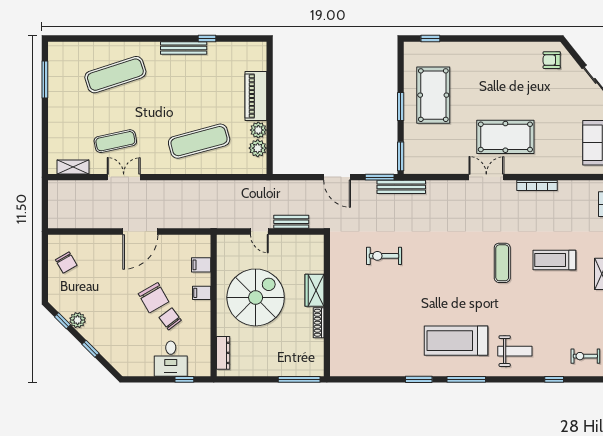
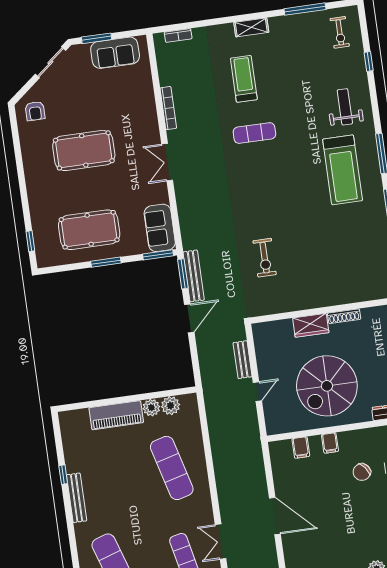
pool table: (505, 137) -> (84, 150), moved, turned 90
sofa: (426, 161) -> (160, 228), added
bench: (401, 187) -> (194, 276), moved
treadmill: (554, 260) -> (244, 79), turned 180
spiral stairs: (256, 297) -> (327, 386), turned -90
chair: (154, 298) -> (342, 493), removed

